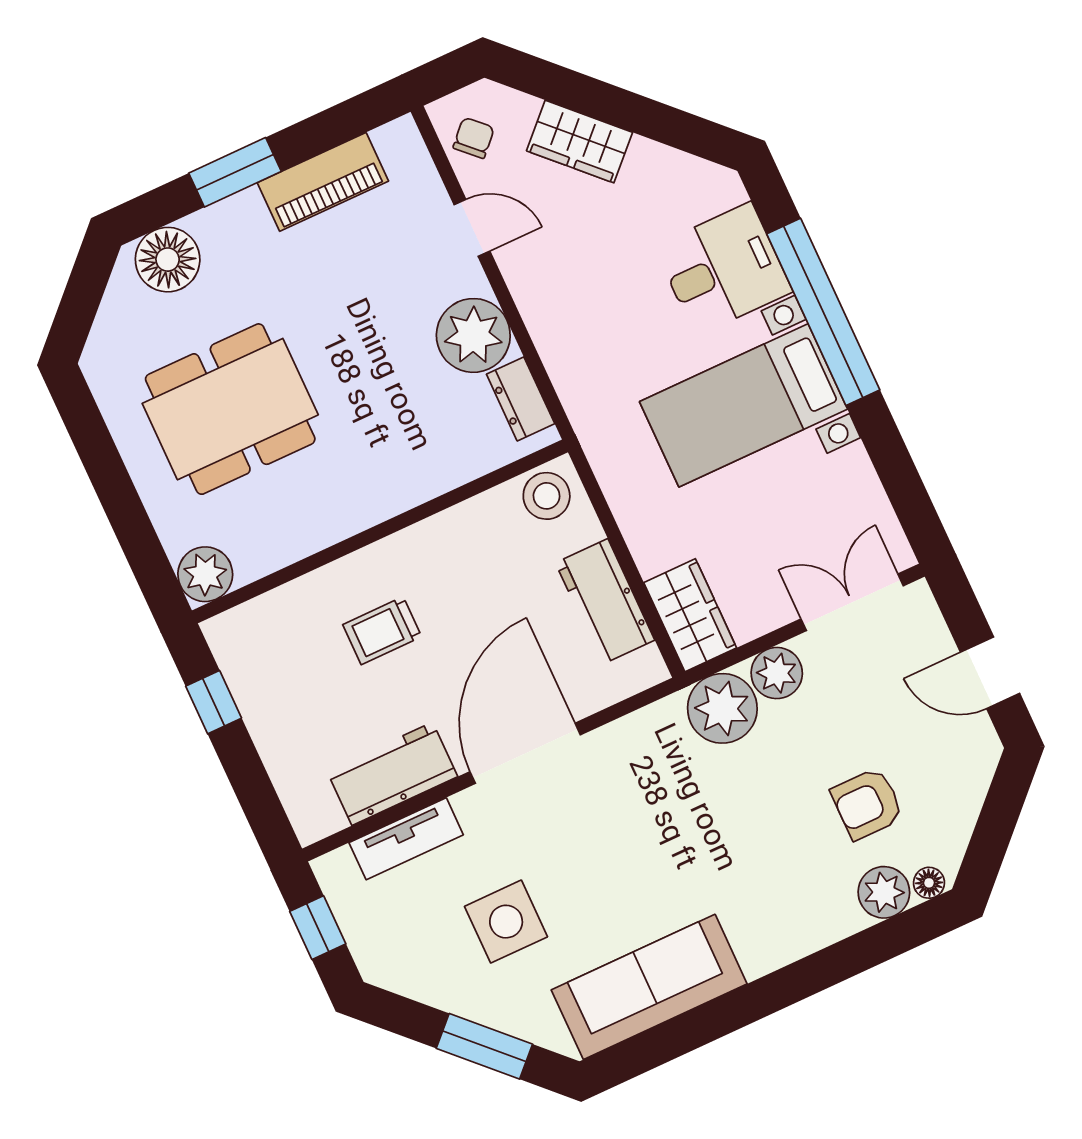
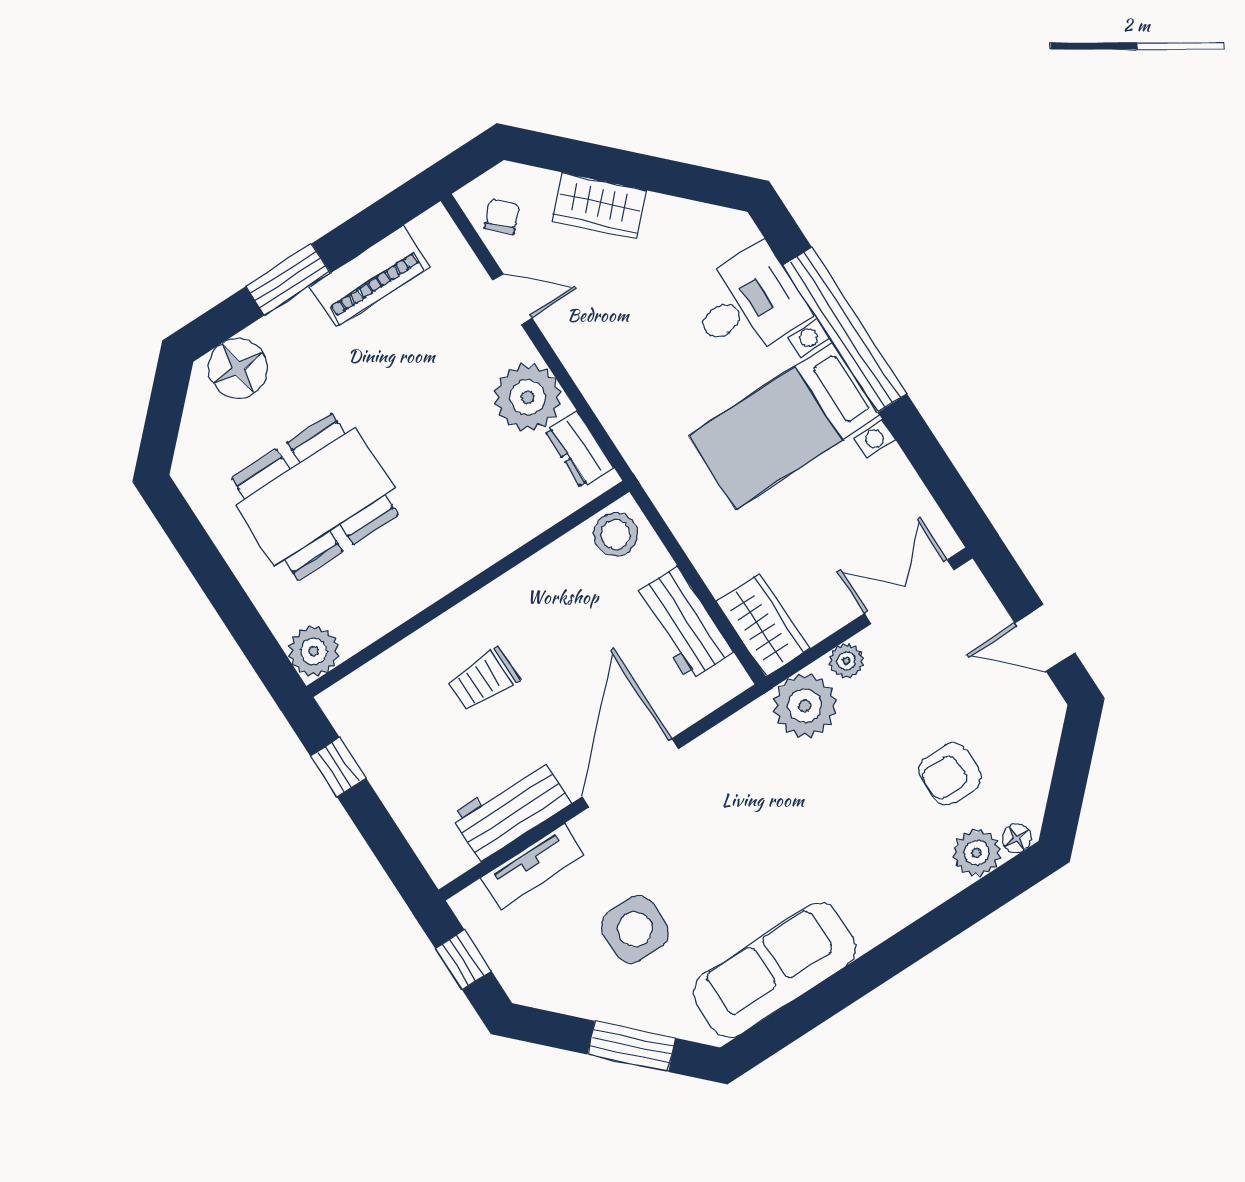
plant: (777, 673) -> (846, 661), width x0.73, depth x0.73

